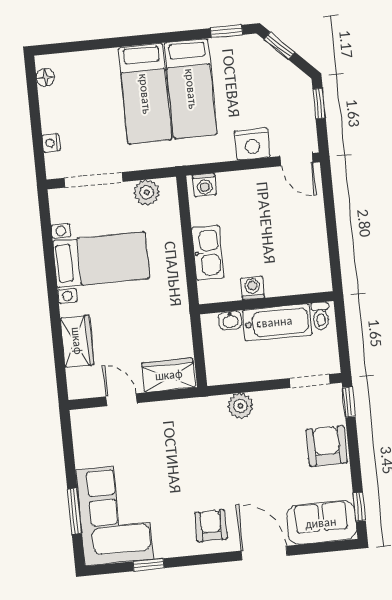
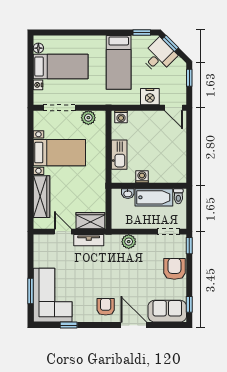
desk: (261, 70) -> (159, 56), added
bed: (145, 94) -> (61, 66), moved, turned -90
wardrobe: (77, 341) -> (41, 197), width x1.50
tv unit: (169, 410) -> (89, 240), added

